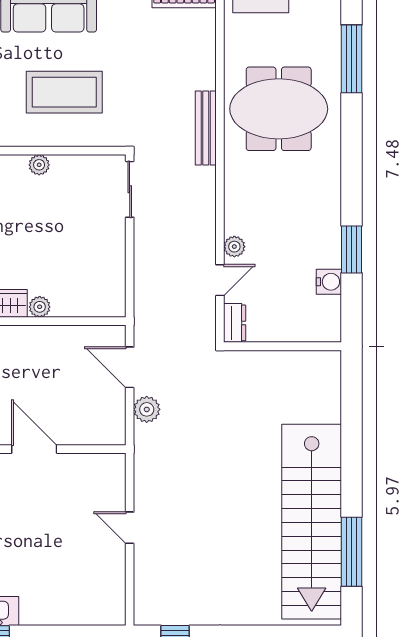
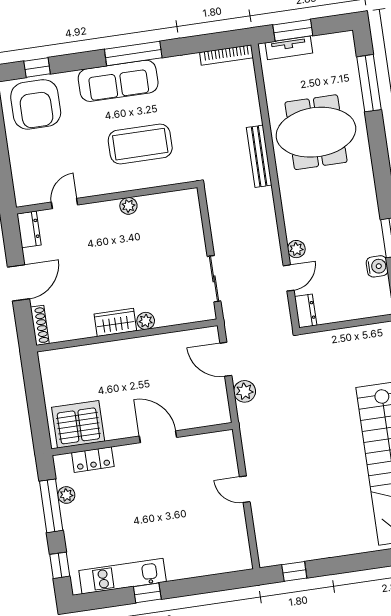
sliding door: (130, 189) -> (214, 279), moved

